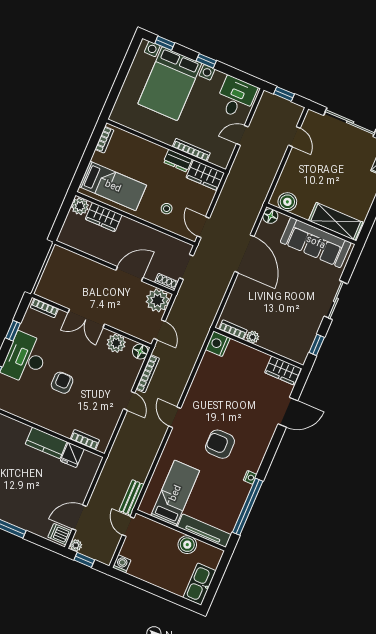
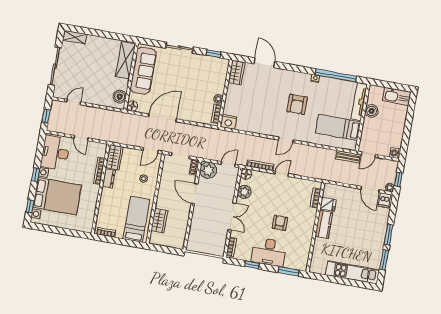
desk: (236, 97) -> (55, 153), width x1.37
plant: (80, 206) -> (156, 239), removed
armchair: (62, 383) -> (280, 223), turned 90

